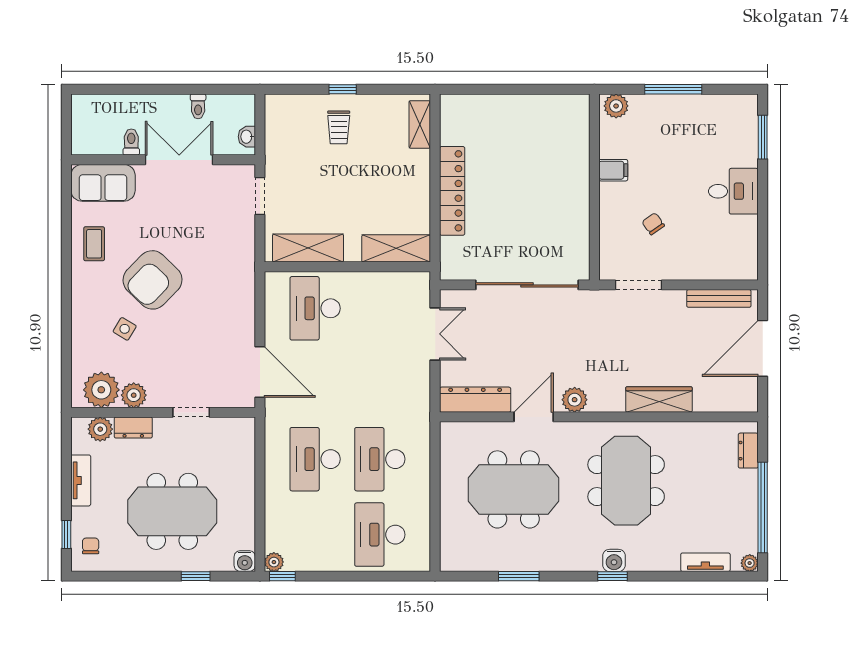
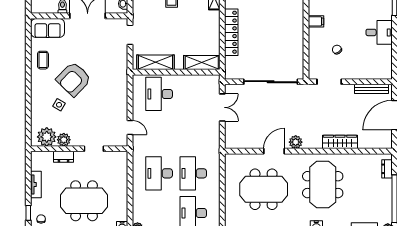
door: (260, 372) -> (130, 127), width x0.53
dresser: (475, 400) -> (243, 142), removed
plant: (100, 429) -> (46, 158), removed

